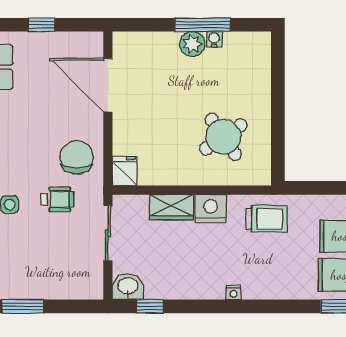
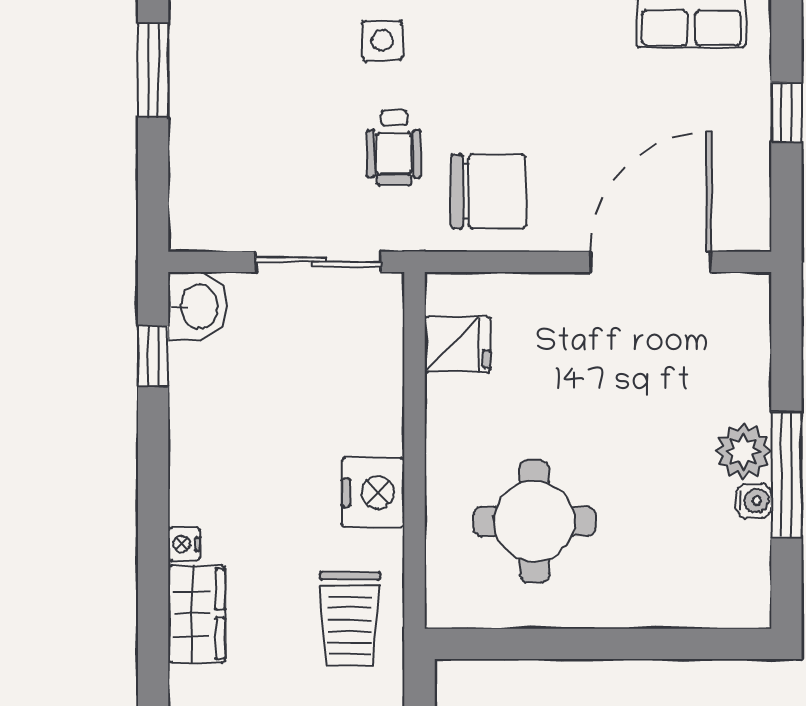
round table: (223, 137) -> (534, 521), turned 34
fridge: (125, 171) -> (458, 344), moved
wardrobe: (171, 207) -> (197, 614), moved, turned 180

